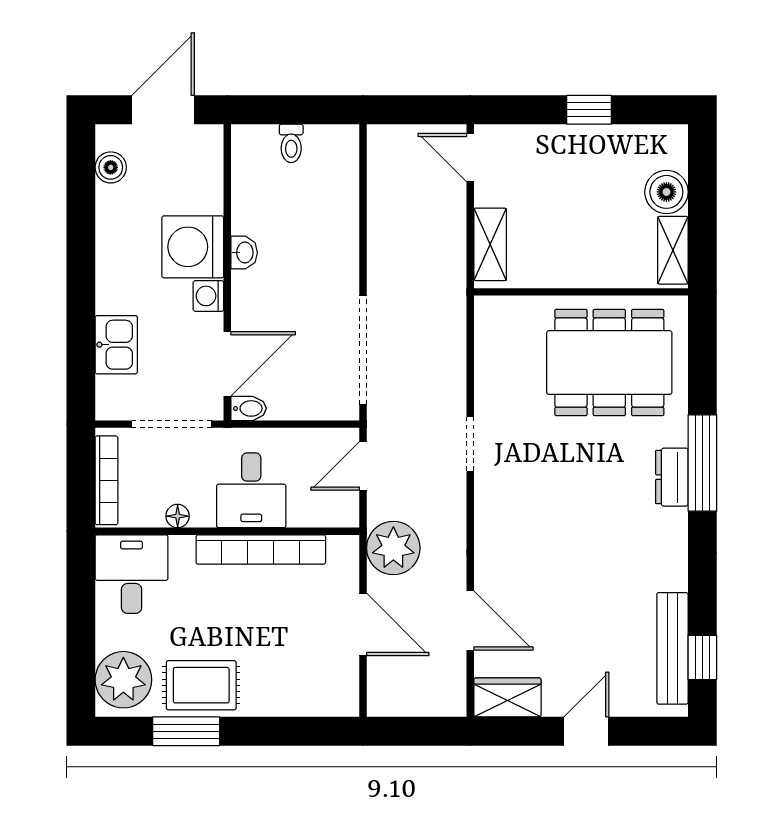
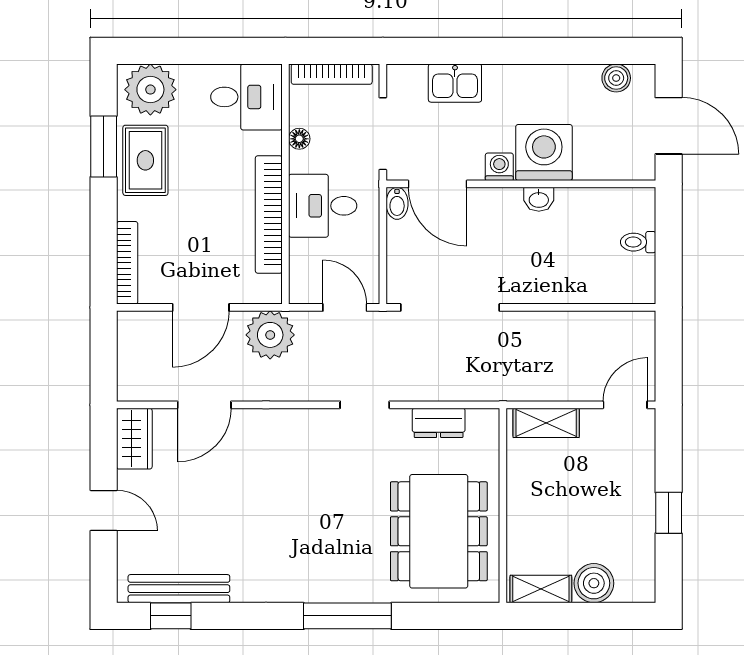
dresser: (672, 477) -> (439, 423), moved, turned 180
bookcase: (314, 705) -> (127, 263), added

